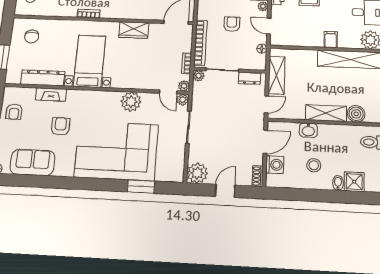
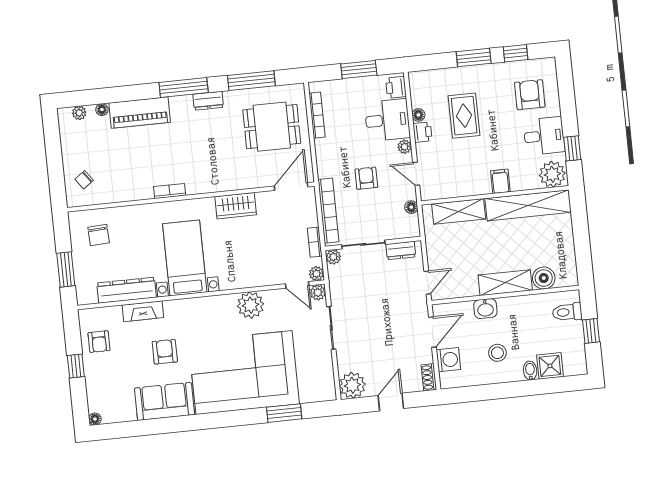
shelving: (277, 75) -> (459, 211), moved, turned 90
sofa: (32, 162) -> (164, 401), moved

